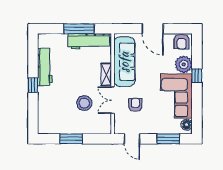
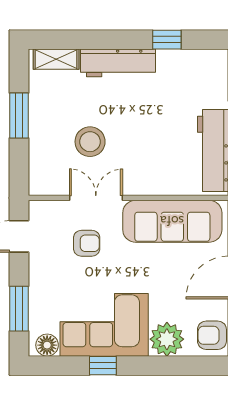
workbench: (45, 67) -> (118, 63), moved
shelving: (106, 75) -> (56, 59), moved
window: (197, 76) -> (103, 366), moved
window: (33, 85) -> (167, 40), moved

